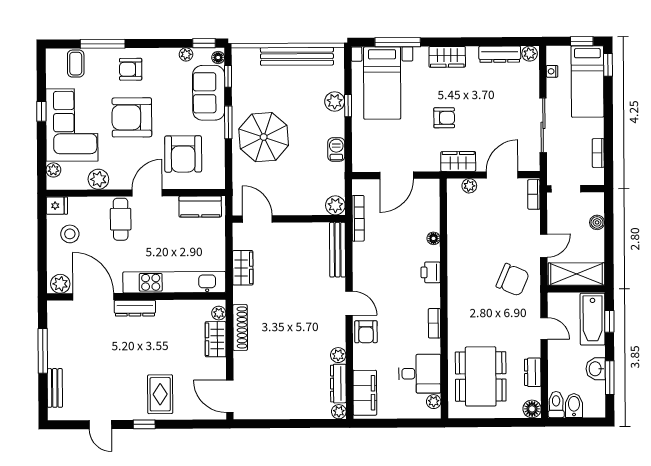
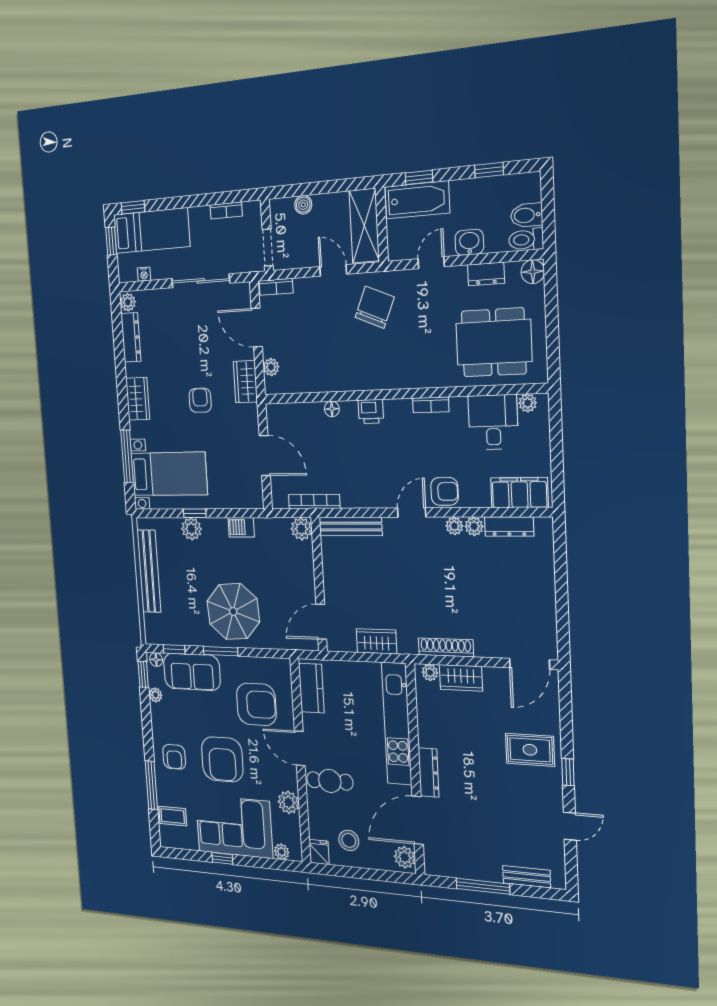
washbasin: (596, 369) -> (469, 242), moved, turned 180
window: (610, 378) -> (489, 170), width x0.67
plant: (339, 412) -> (454, 526), moved

